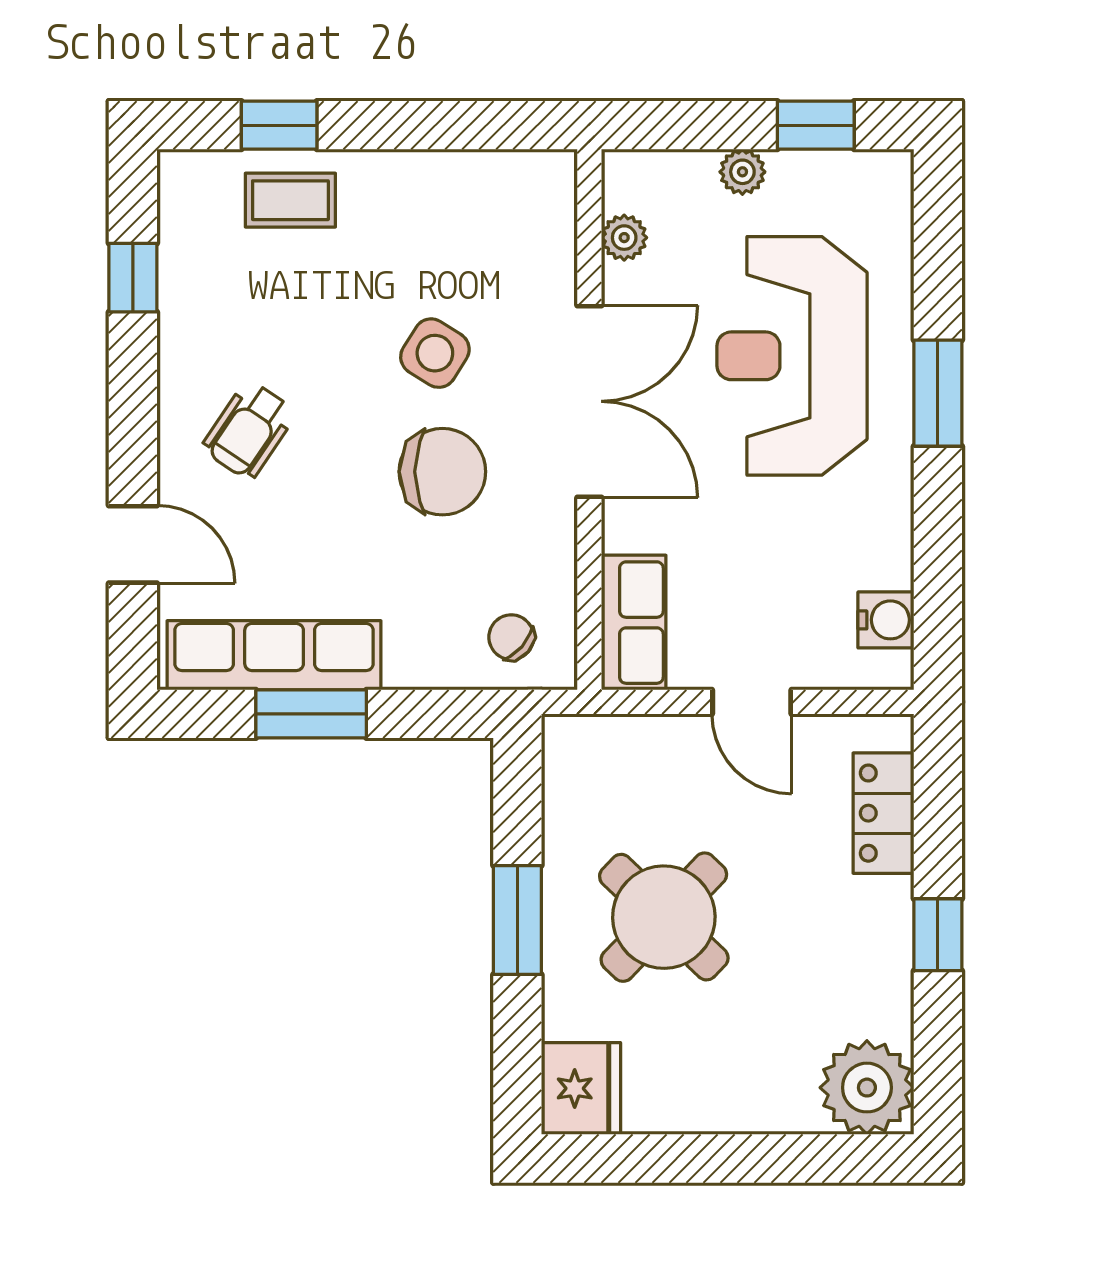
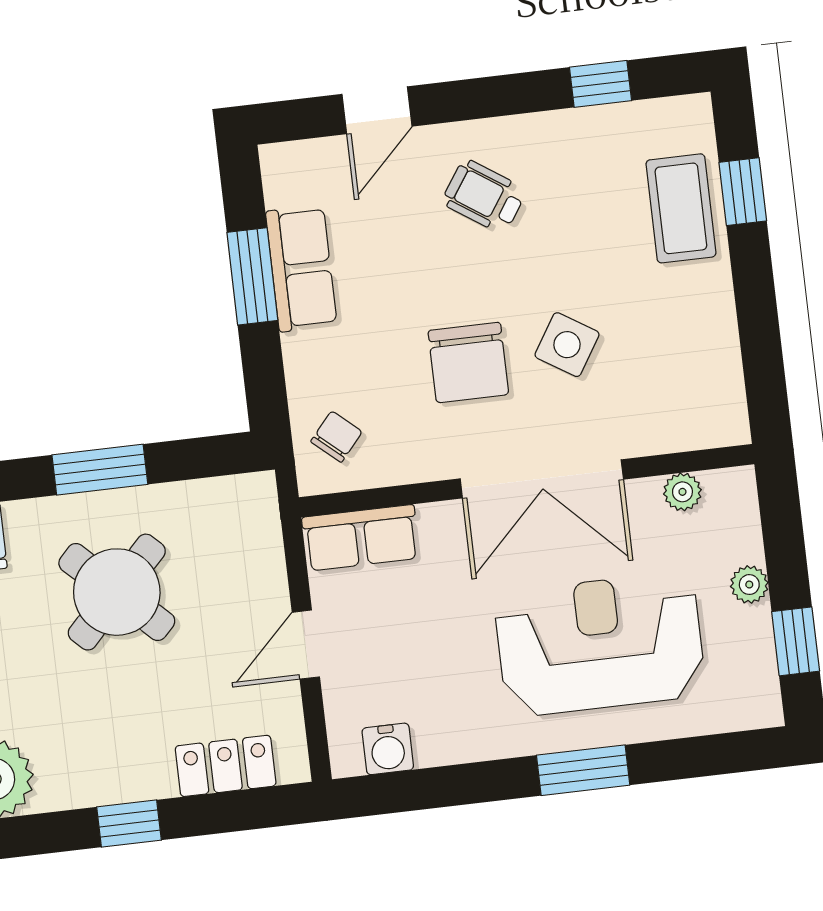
coffee table: (290, 200) -> (681, 208), width x1.36, depth x1.30
row of seats: (274, 655) -> (301, 268), width x0.68

